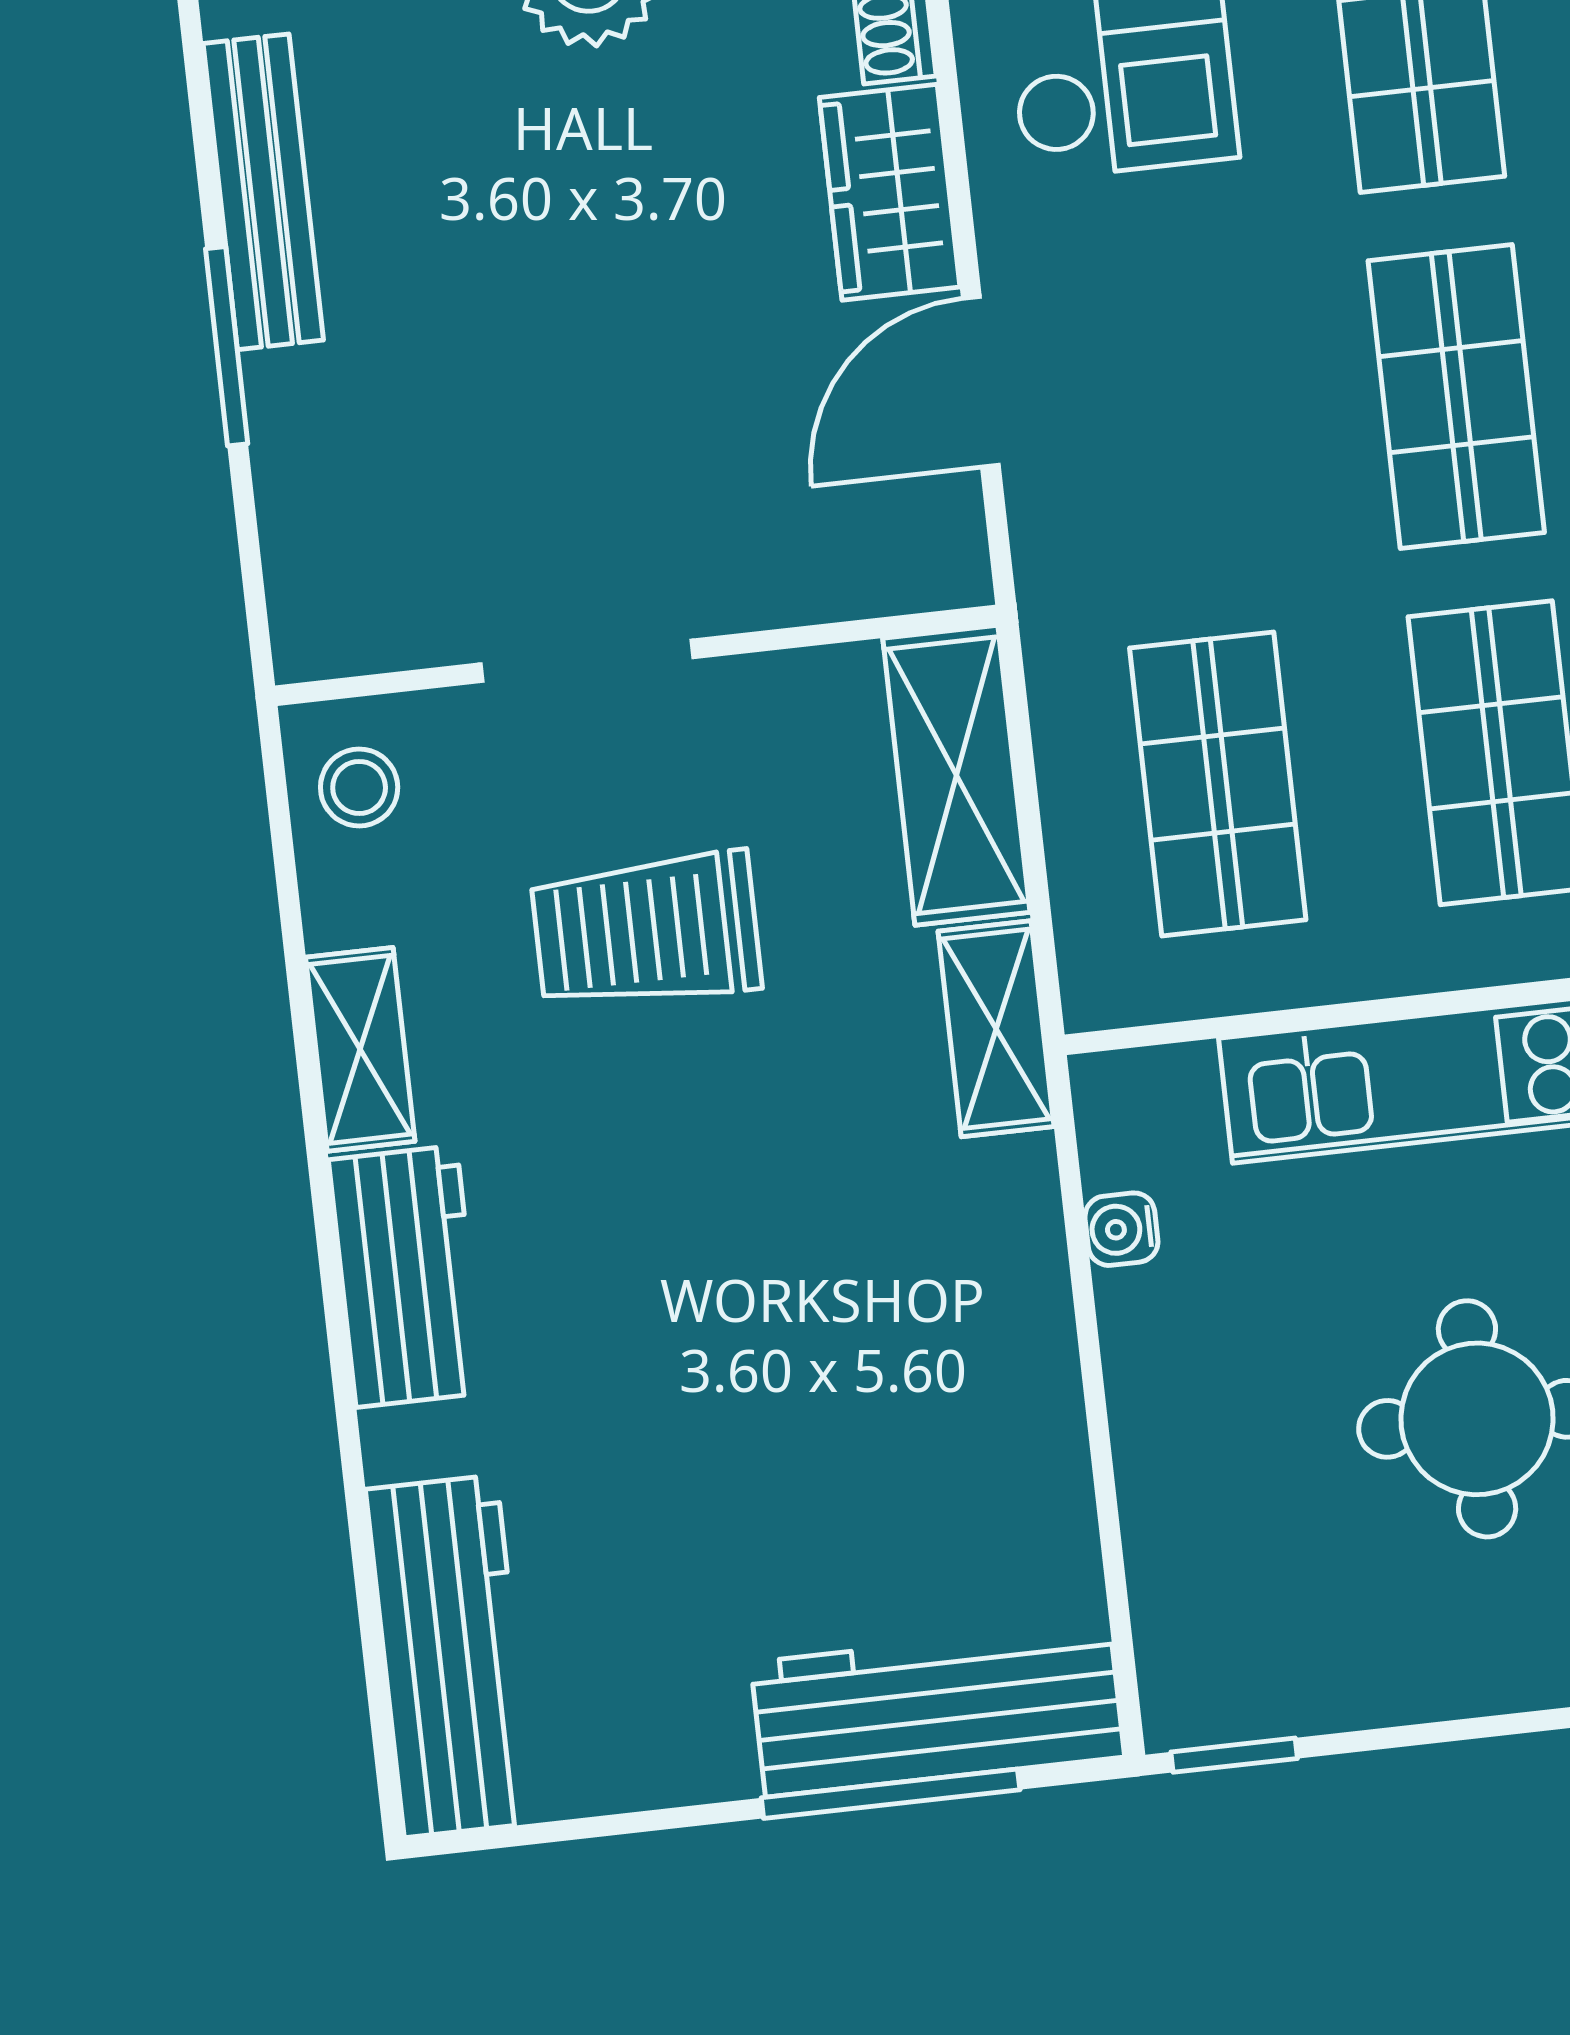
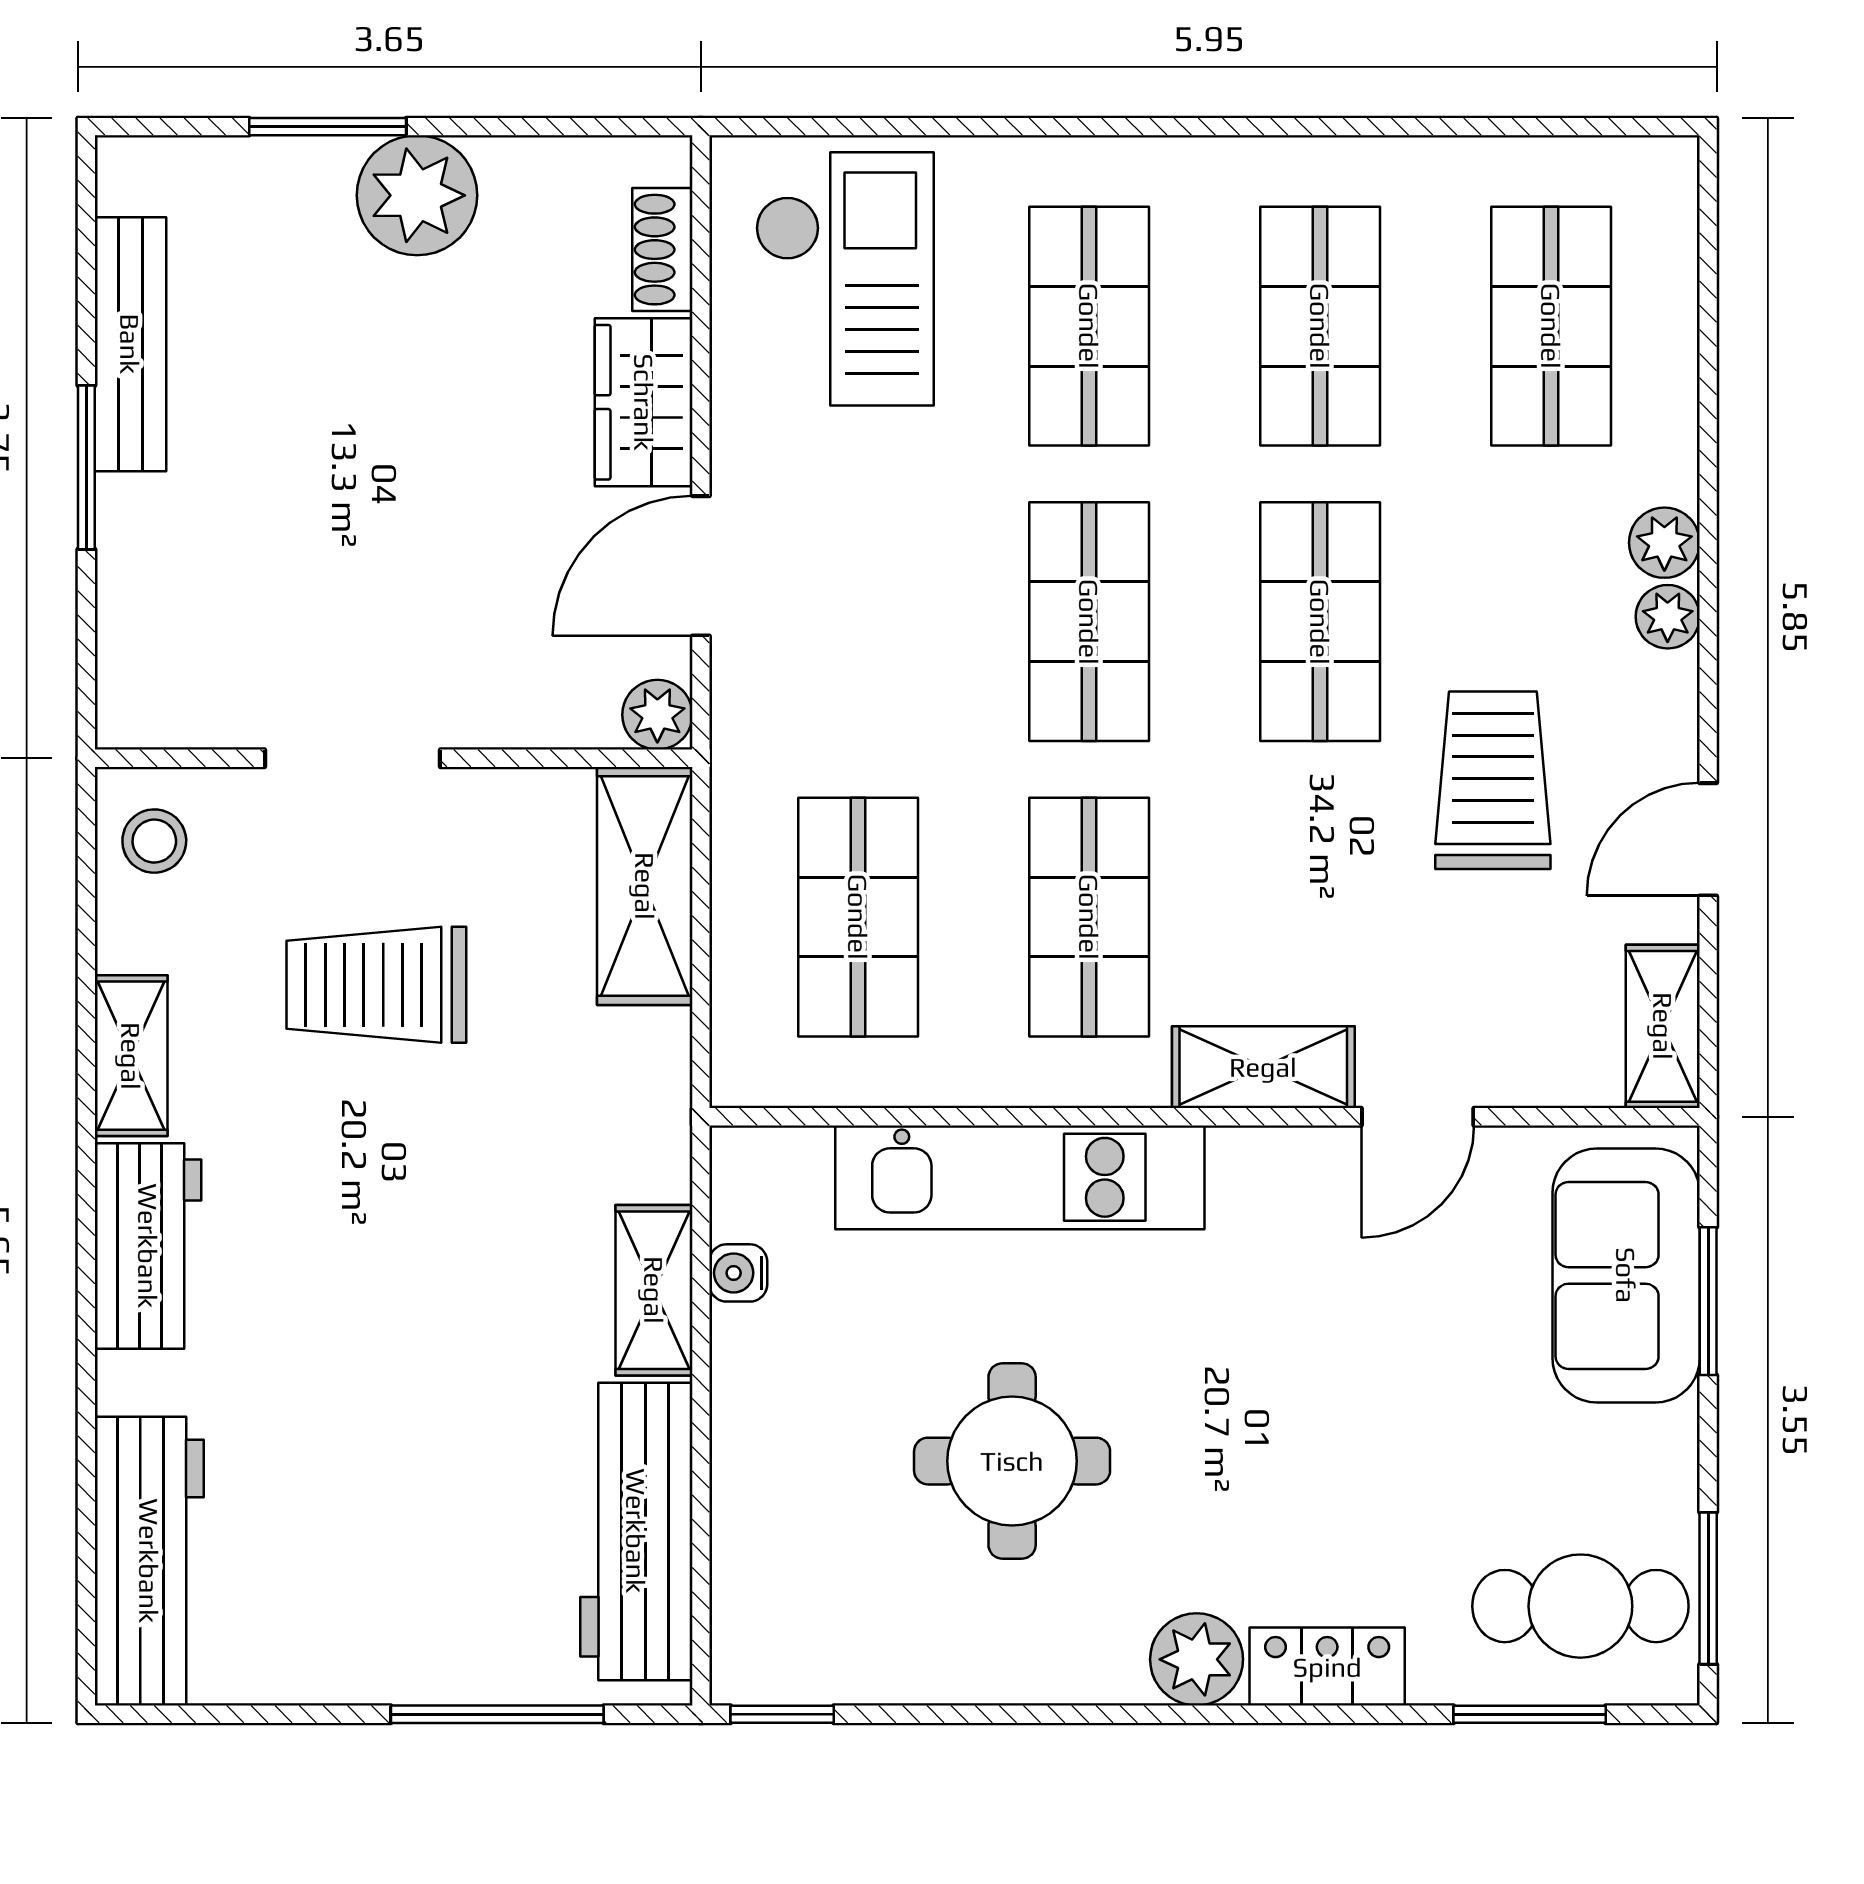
plant: (949, 567) -> (657, 715), added
shelving: (996, 1029) -> (654, 1290), moved
workbench: (938, 1710) -> (636, 1531), moved, turned -90

